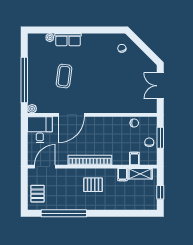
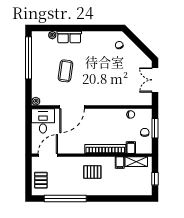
window: (24, 80) -> (28, 58), moved
bookcase: (90, 160) -> (105, 149), moved

